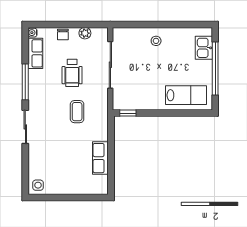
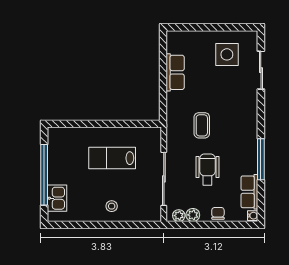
plant: (97, 33) -> (179, 216), added
lab bench: (186, 95) -> (112, 158), moved
window: (128, 113) -> (144, 124), removed
sliding door: (25, 127) -> (261, 70), moved
side table: (38, 185) -> (227, 54), moved, width x1.87, depth x1.87

